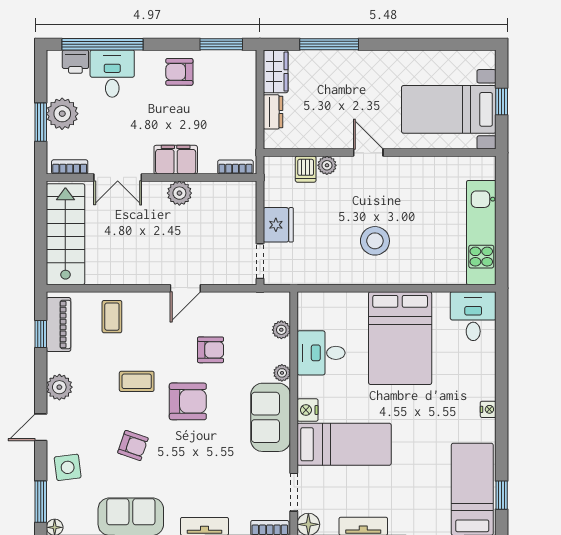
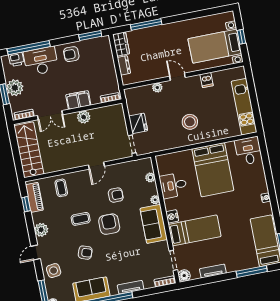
desk: (112, 74) -> (41, 61), width x1.37
dishwasher: (306, 169) -> (207, 80), moved
armchair: (188, 401) -> (109, 224), turned -90

